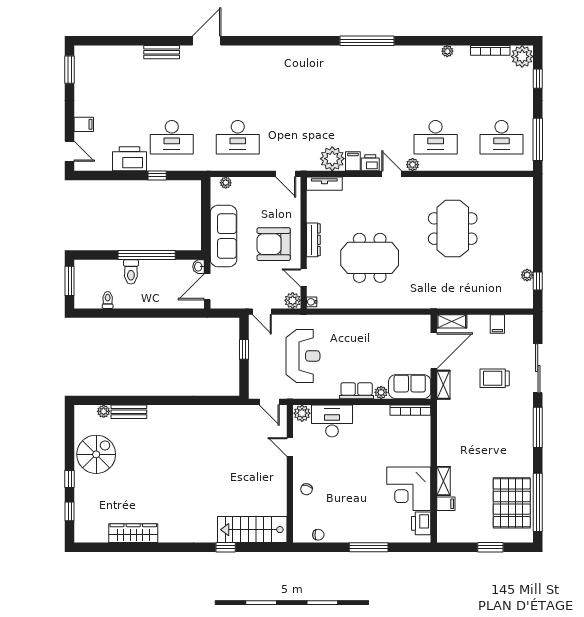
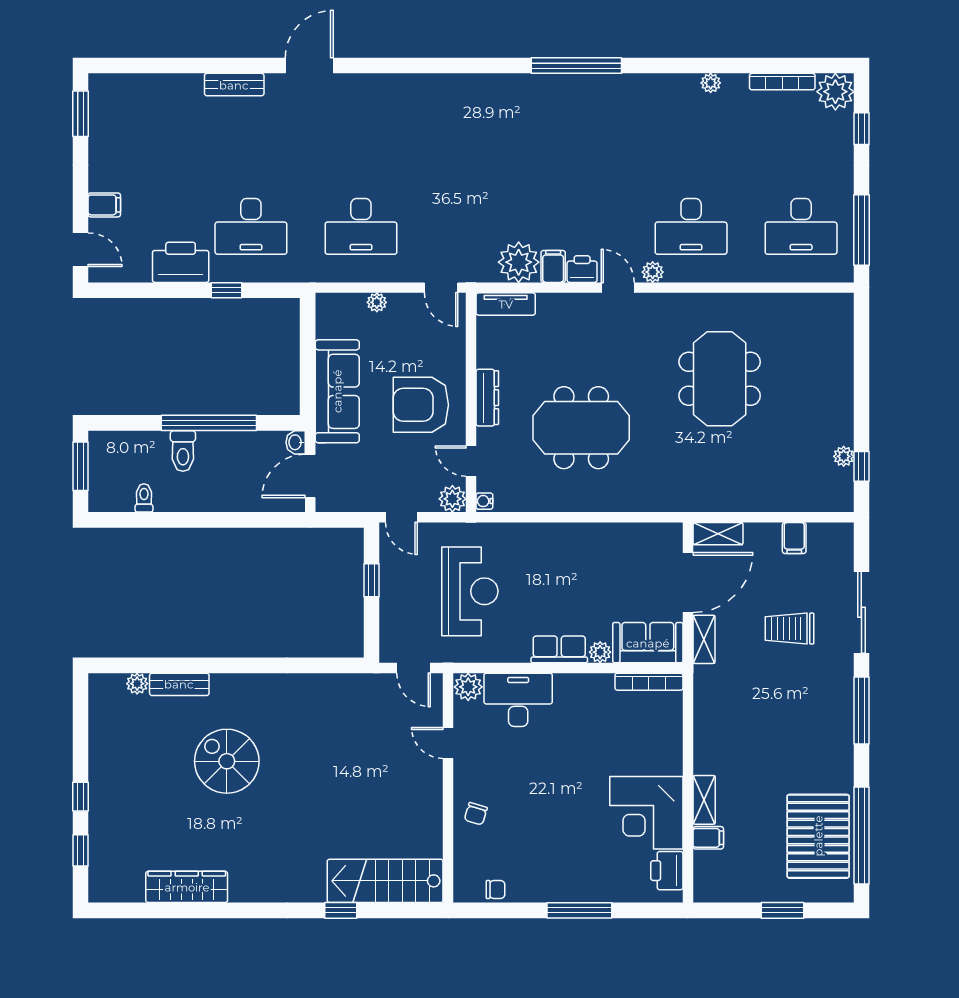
plant: (226, 183) -> (377, 302), moved
spiral stairs: (96, 454) -> (227, 761), moved, turned -90

